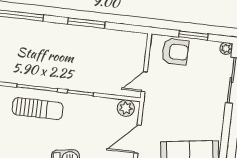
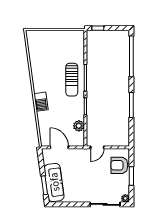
armchair: (175, 52) -> (119, 165), turned 90
door: (144, 82) -> (97, 147), swing flipped
plant: (126, 108) -> (79, 126), moved

